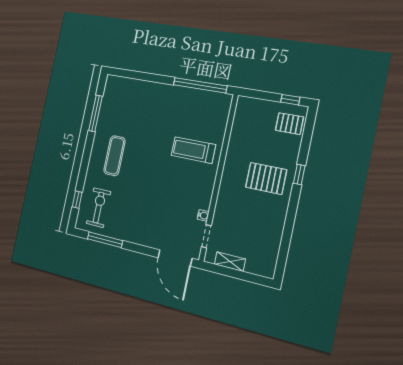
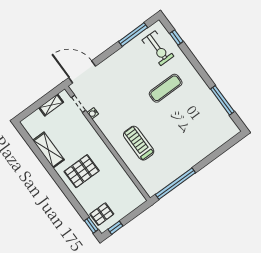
treadmill: (193, 150) -> (139, 143), turned -90
exercise mat: (114, 156) -> (166, 88), moved, turned 90
window: (299, 174) -> (91, 225), moved
shelving: (275, 228) -> (48, 150), added

